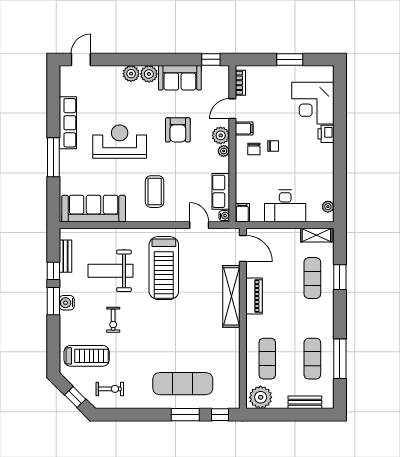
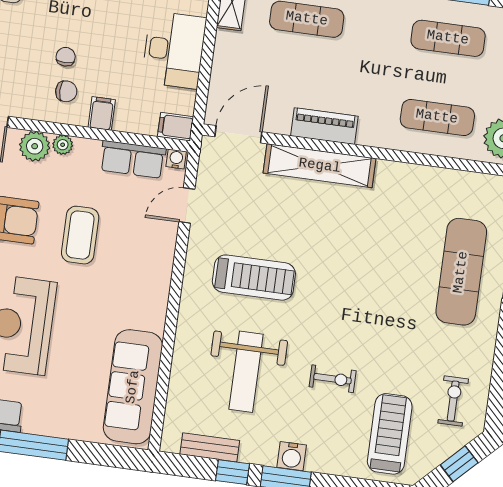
filing cabinet: (244, 129) -> (102, 113), moved
coffee table: (155, 192) -> (80, 235), moved, turned 90
treadmill: (164, 268) -> (254, 278), width x0.73, depth x0.73

